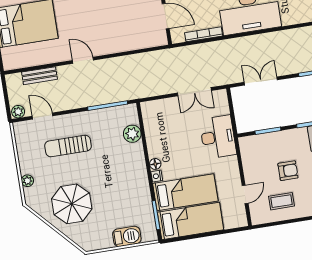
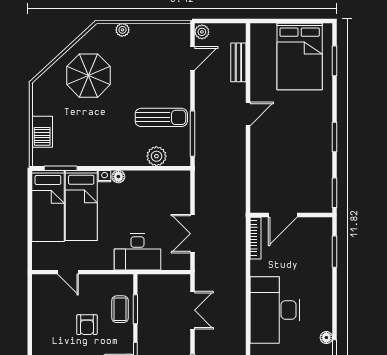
bookcase: (204, 34) -> (255, 238), moved
sun lounger: (68, 146) -> (161, 117), moved, turned 90
coffee table: (281, 201) -> (120, 309), moved

